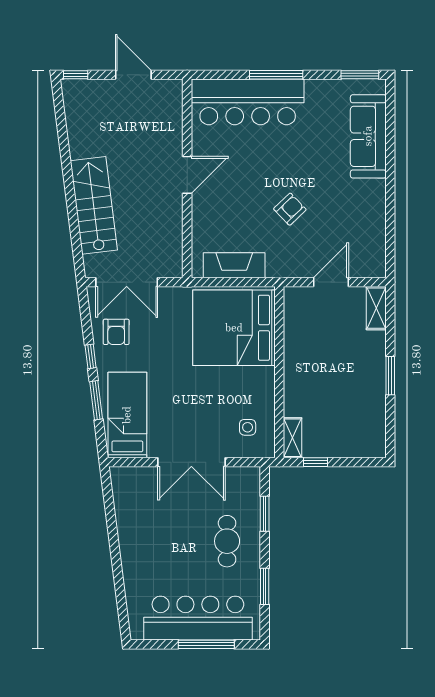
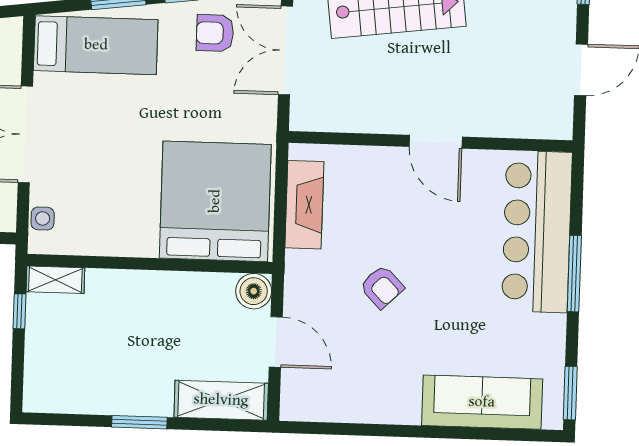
boiler: (296, 299) -> (254, 291), added
shelving: (376, 308) -> (221, 400), width x1.50, depth x1.33
side table: (248, 427) -> (43, 218), moved

